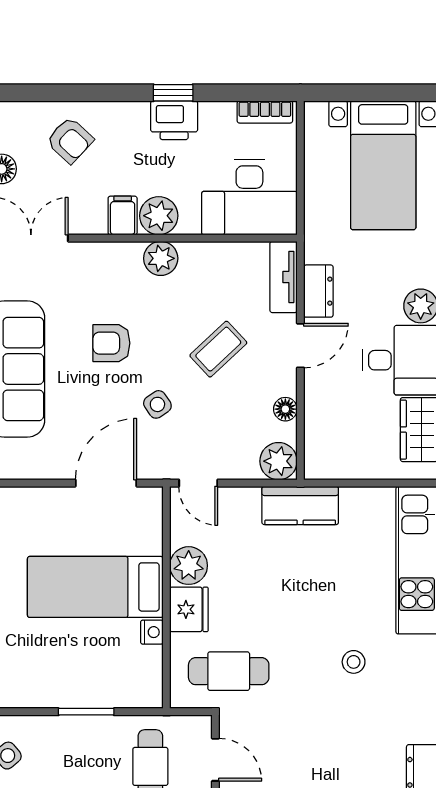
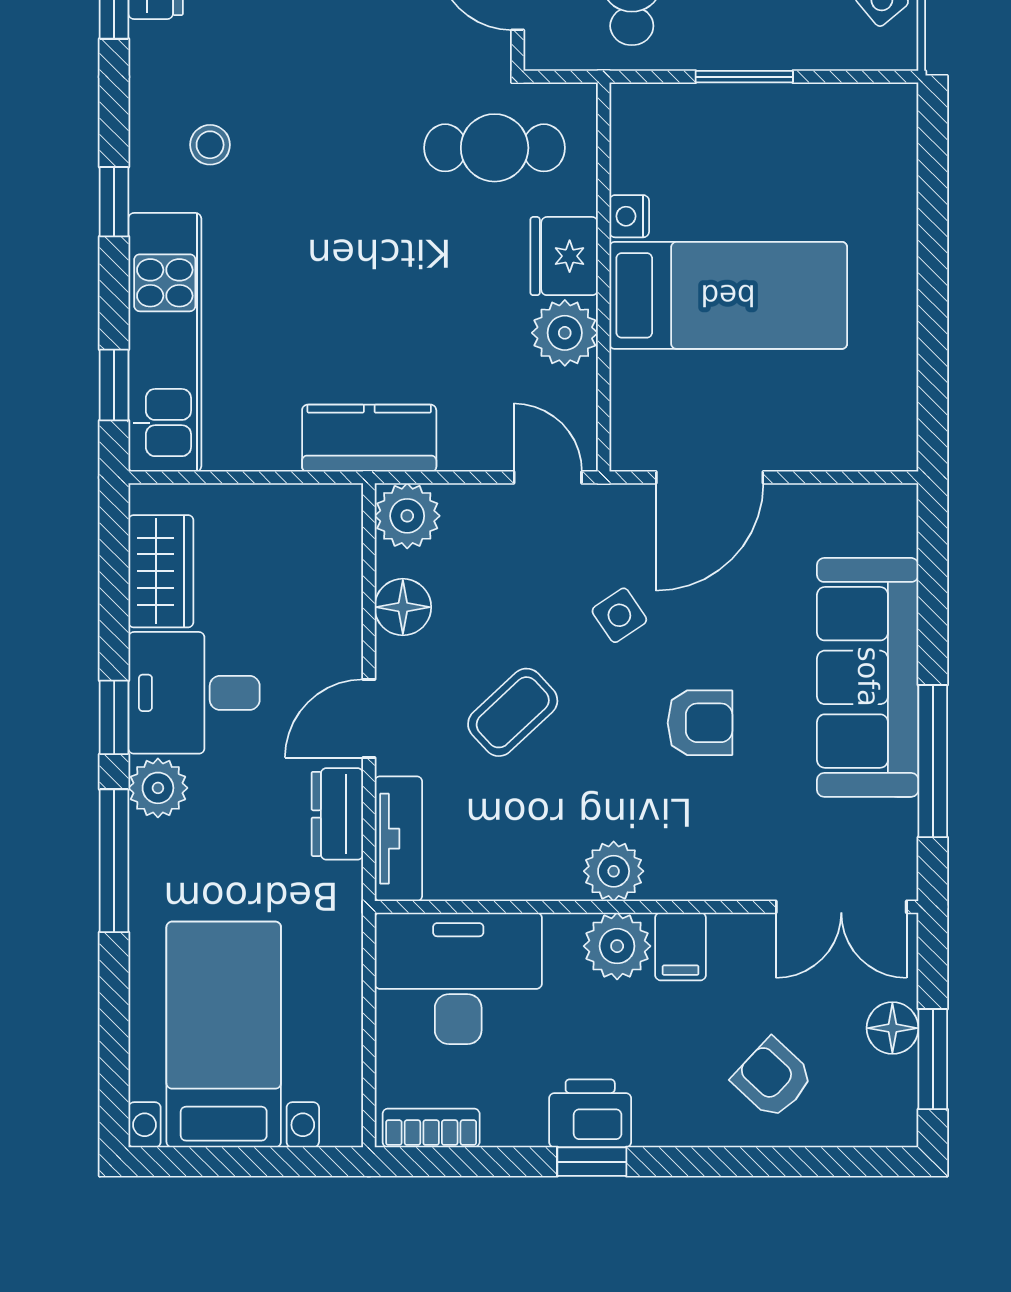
floor lamp: (285, 409) -> (403, 607), width x1.37, depth x1.37
stool: (354, 662) -> (210, 145), moved

